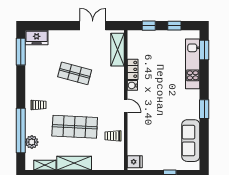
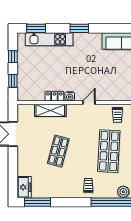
shelving: (118, 50) -> (50, 110), moved
window: (204, 109) -> (79, 28), moved

